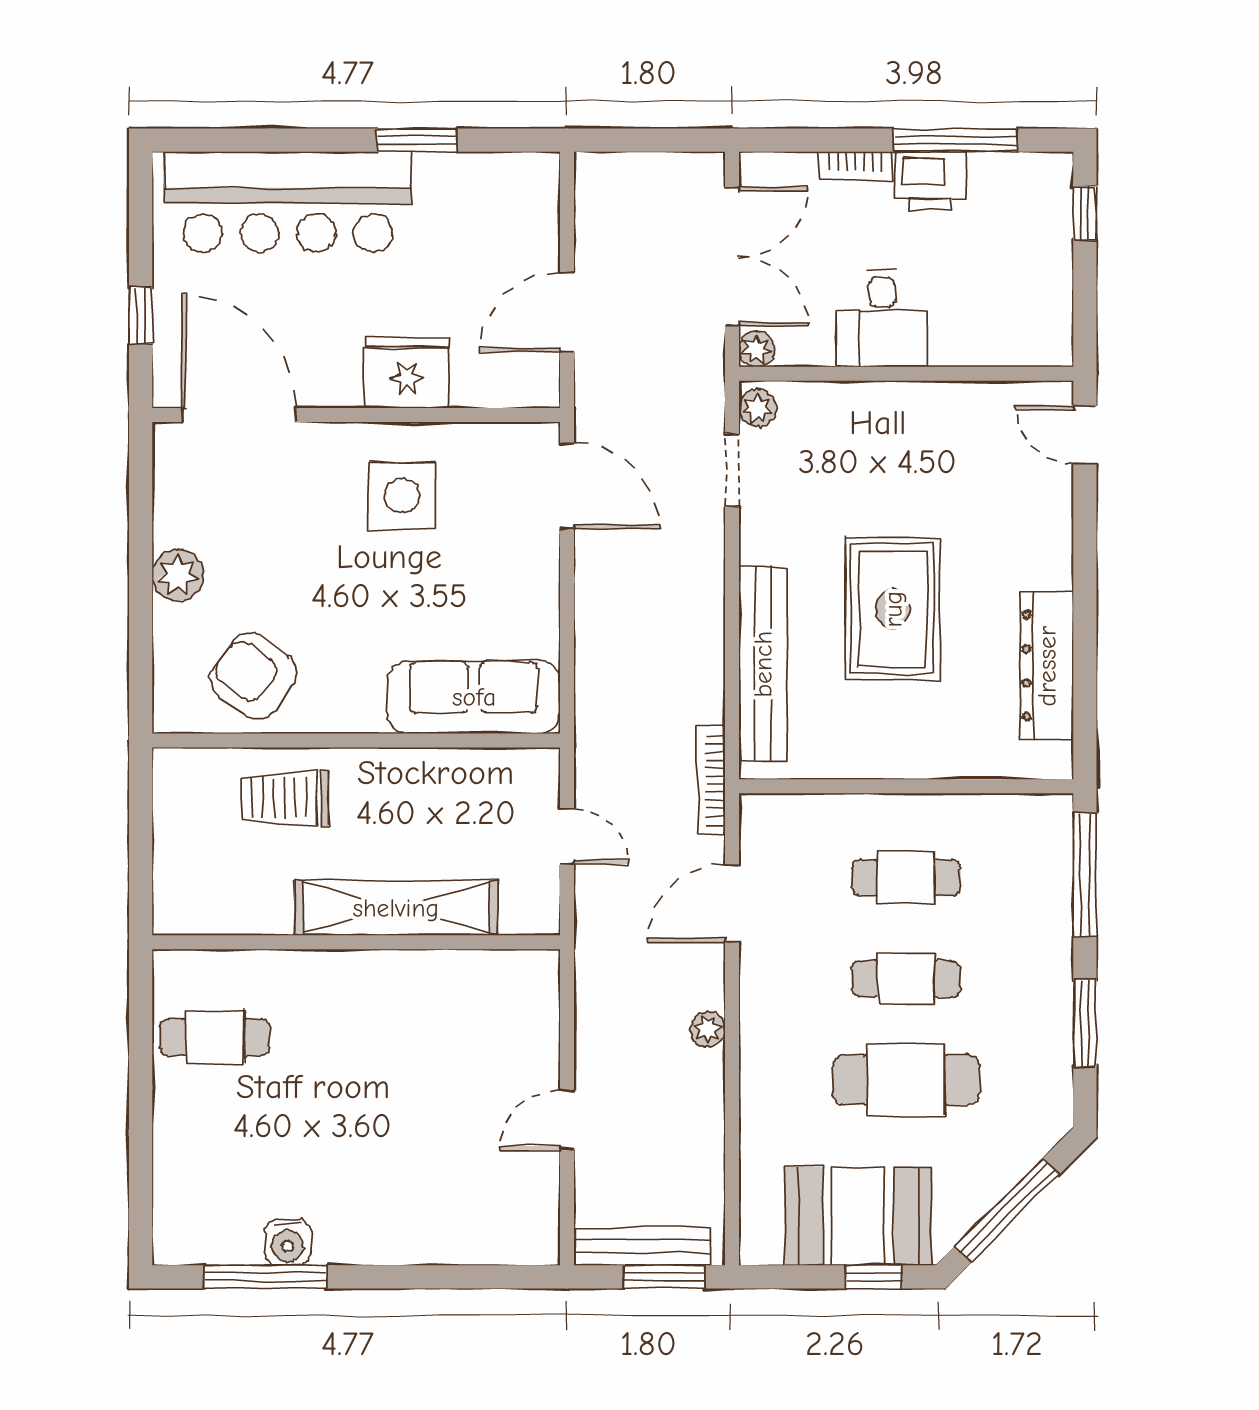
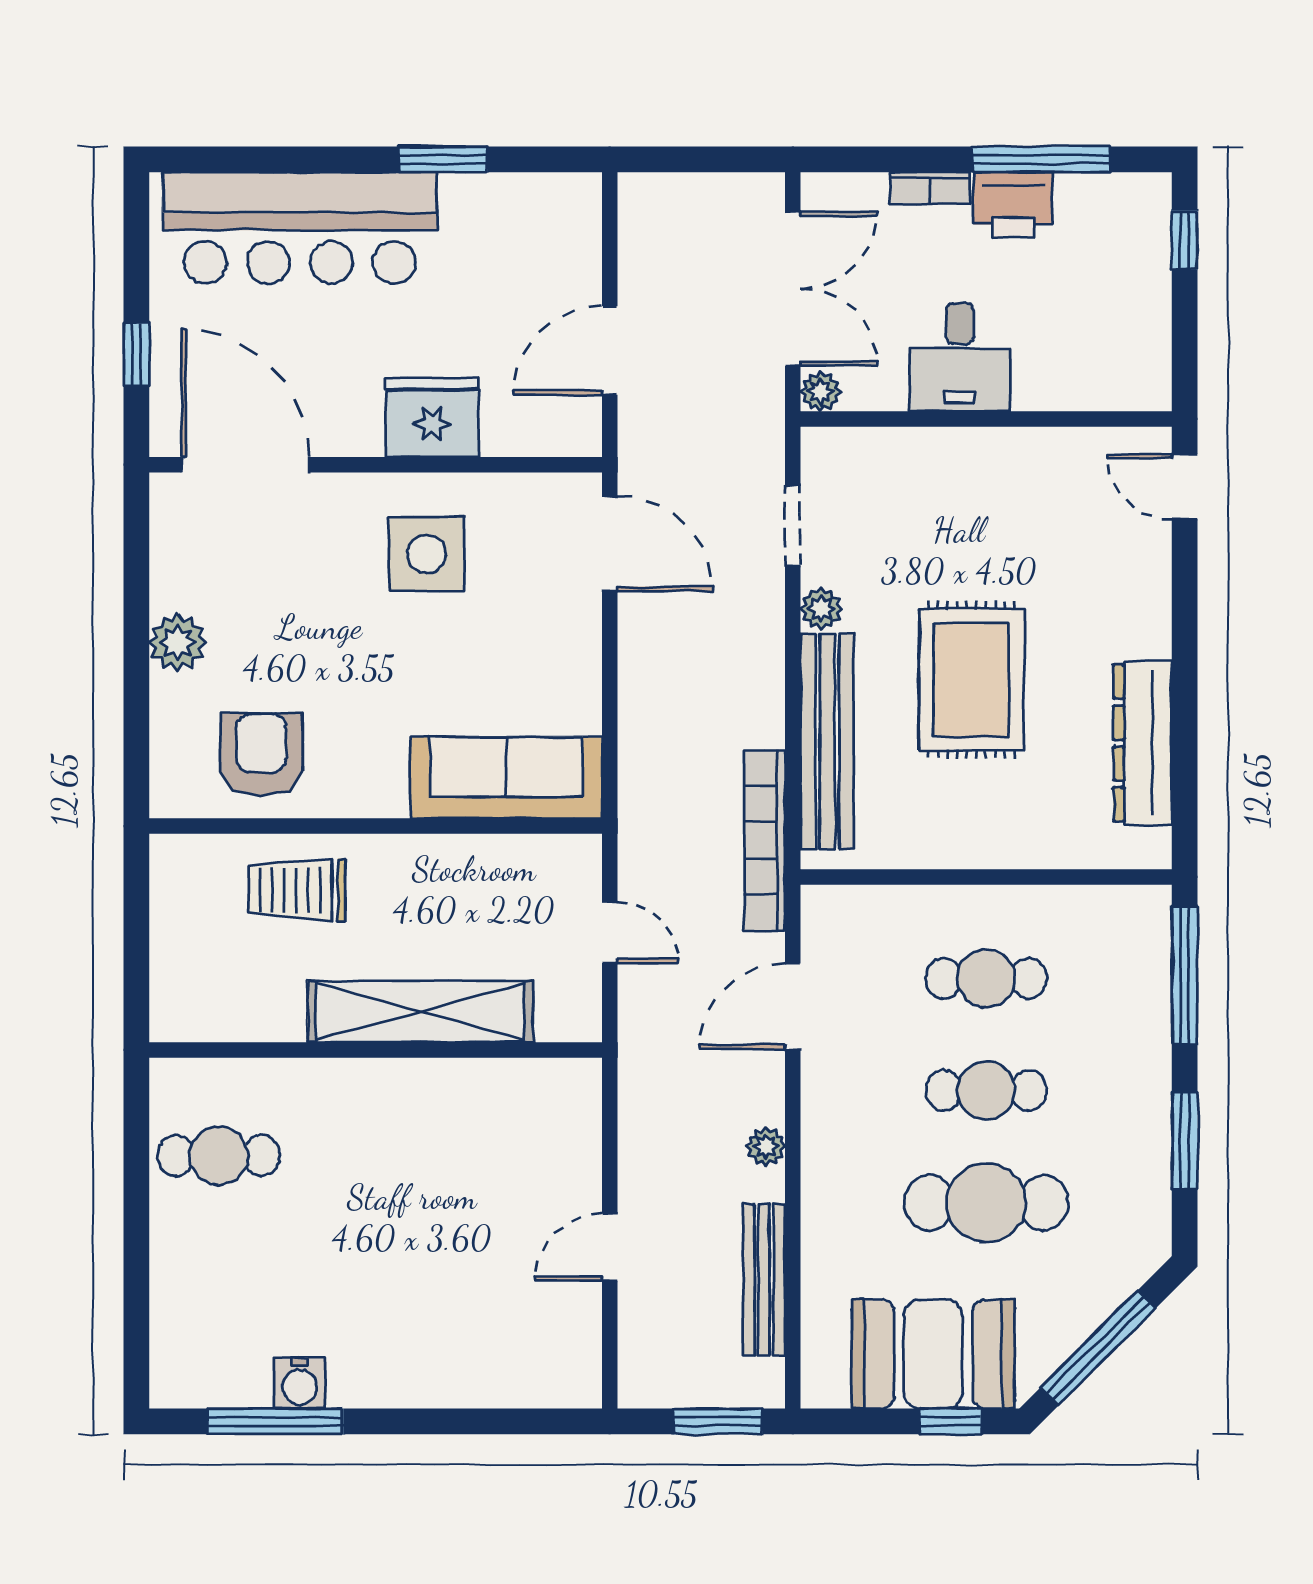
plant: (758, 408) -> (821, 609), moved
armchair: (253, 676) -> (261, 755), turned 54
bookcase: (711, 780) -> (765, 840), width x1.48, depth x1.31
bench: (643, 1246) -> (764, 1280), moved, turned 90

